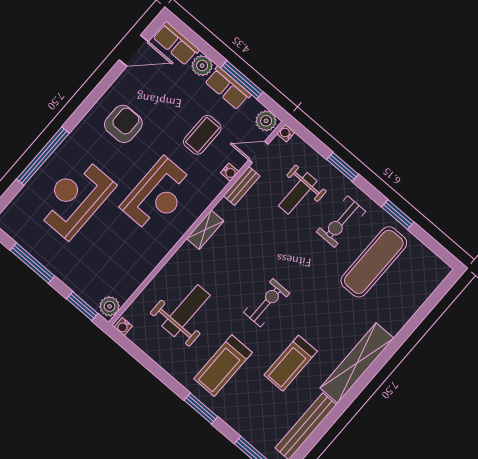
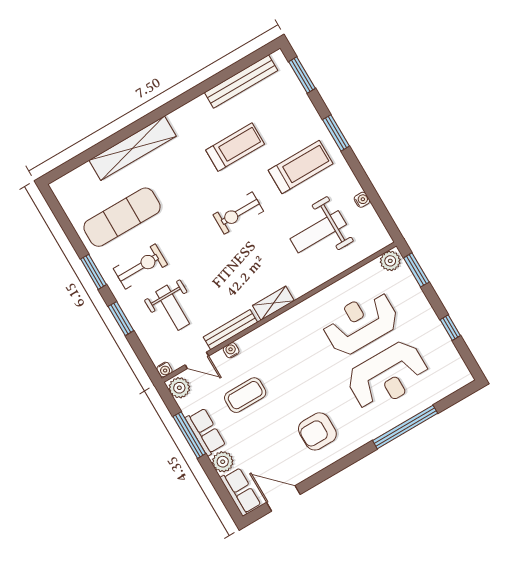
bench: (242, 186) -> (230, 330), width x1.36
weight bench: (298, 193) -> (173, 308), turned 90
reception desk: (158, 195) -> (360, 323), moved
window: (398, 214) -> (94, 272), moved
window: (32, 263) -> (450, 328), width x0.46
water cooler: (123, 327) -> (362, 200), moved
shelving: (357, 363) -> (133, 148), moved

